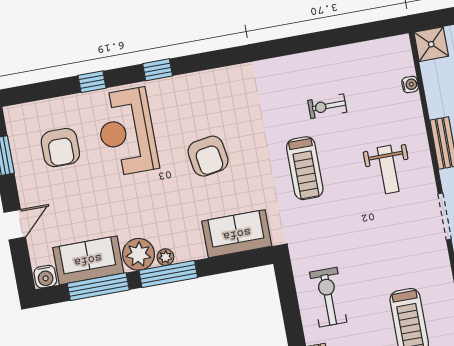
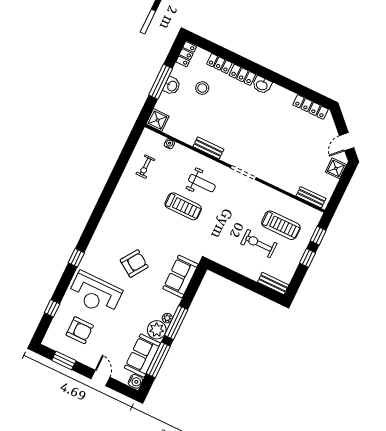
window: (92, 82) -> (52, 308), moved
exercise bike: (327, 106) -> (145, 167), moved
armchair: (208, 156) -> (134, 264), turned -47
treadmill: (305, 168) -> (183, 206), moved
exercise bike: (328, 297) -> (259, 244), moved

